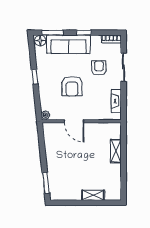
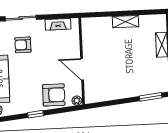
armchair: (72, 86) -> (54, 95), moved
door: (74, 121) -> (82, 69), swing flipped
shelving: (116, 151) -> (126, 22), moved

